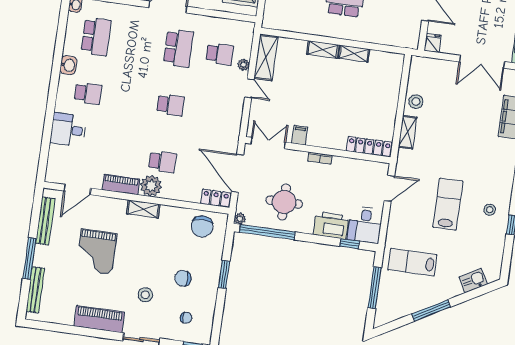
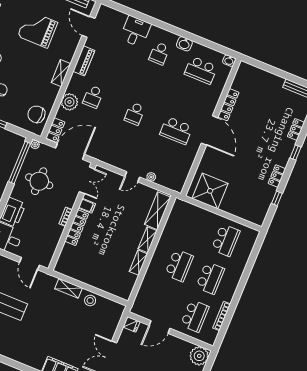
school desk: (220, 54) -> (164, 161), removed
shelving: (266, 57) -> (158, 211), moved, turned 90
locker: (369, 147) -> (77, 228), moved
plant: (151, 186) -> (69, 102), moved

